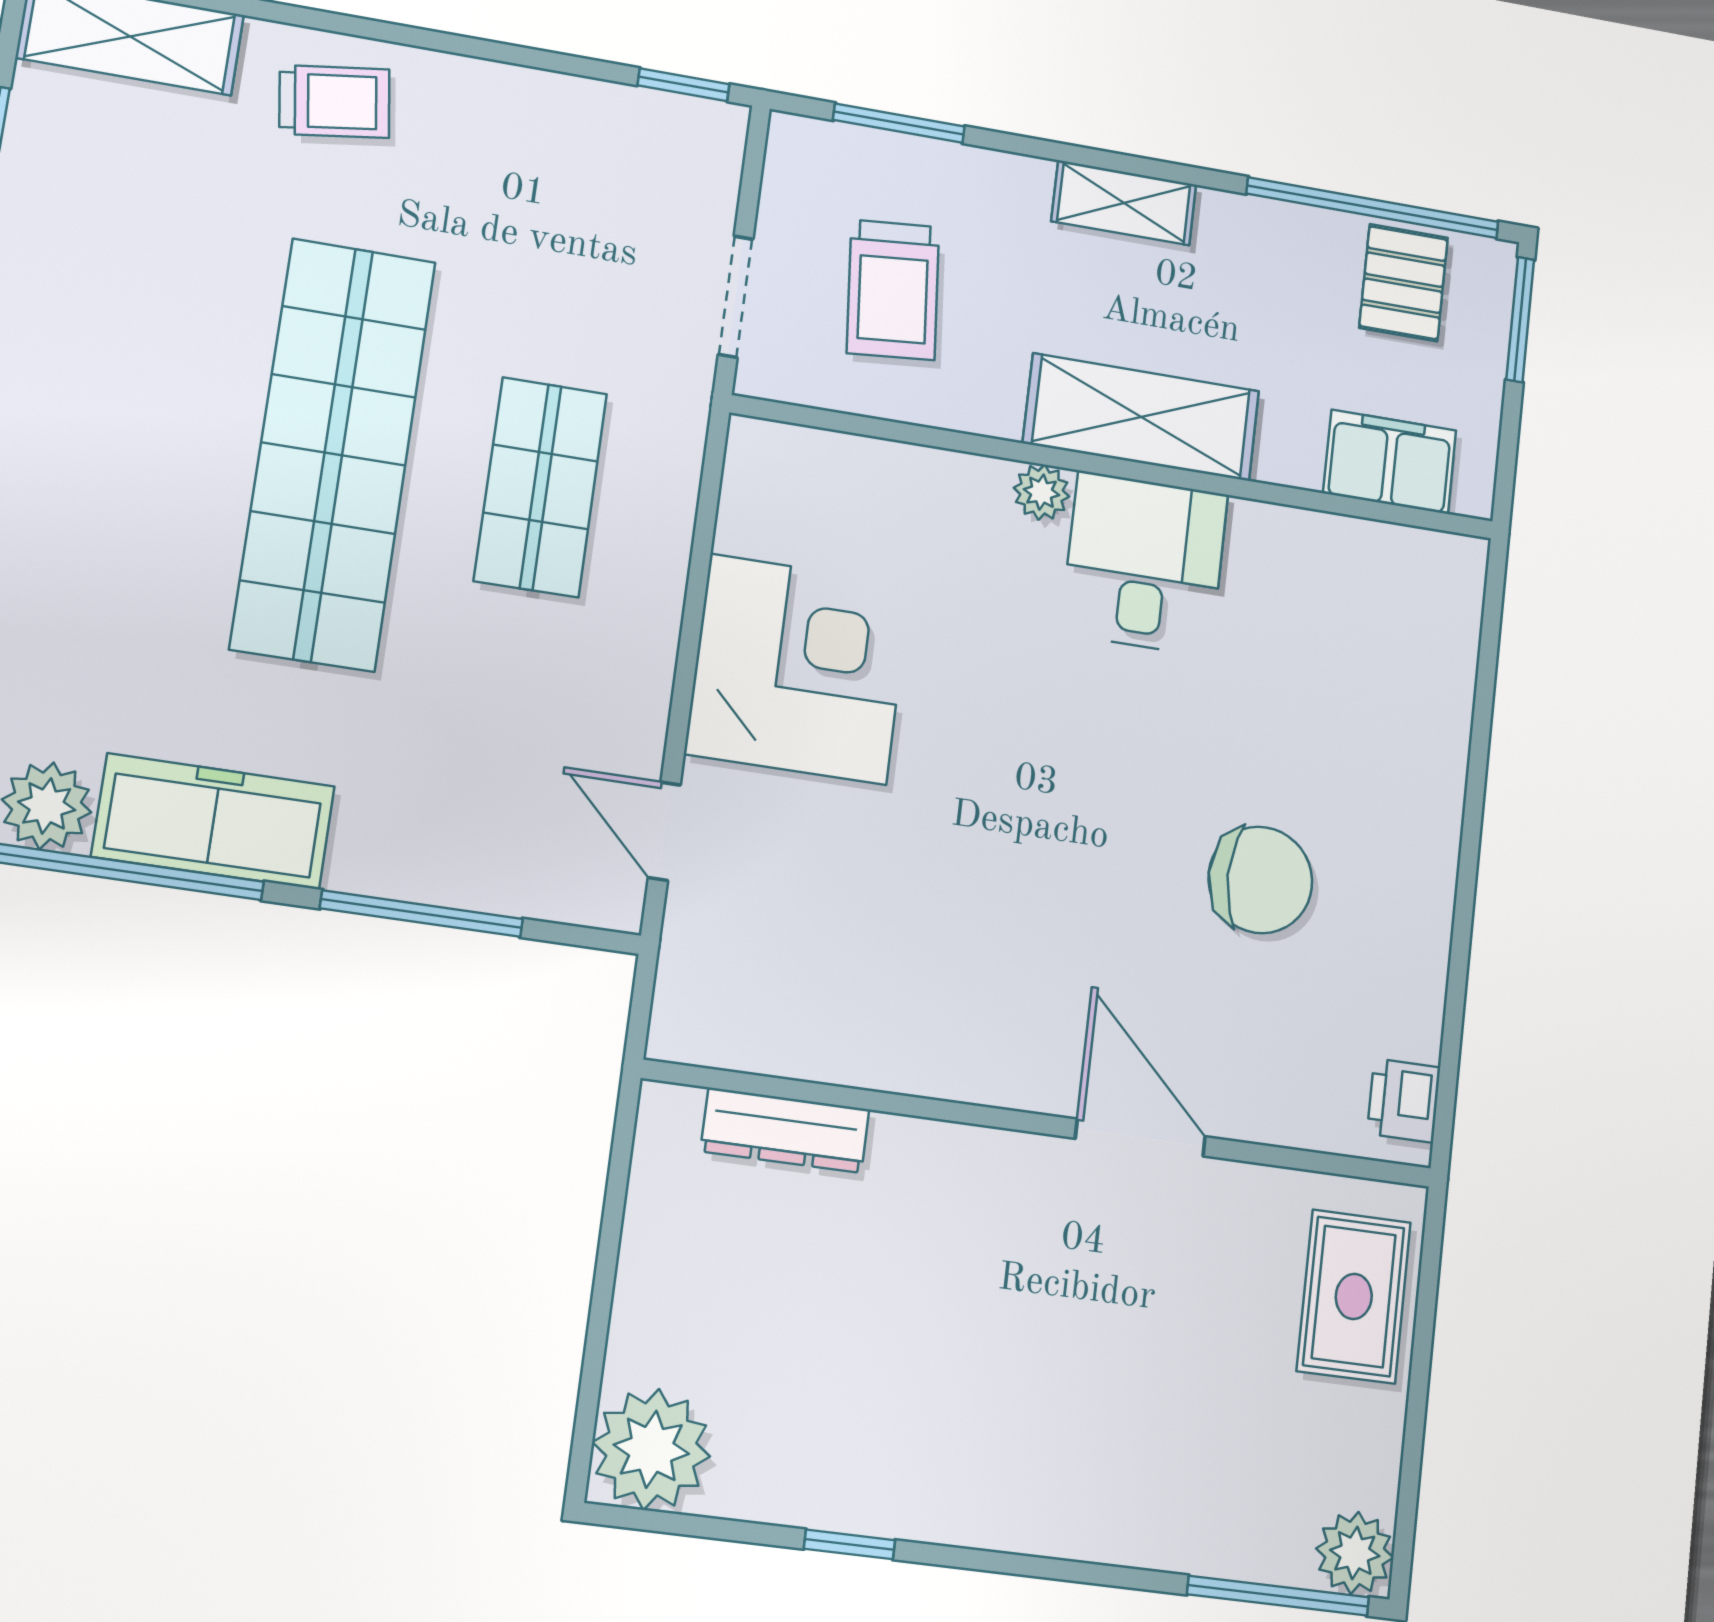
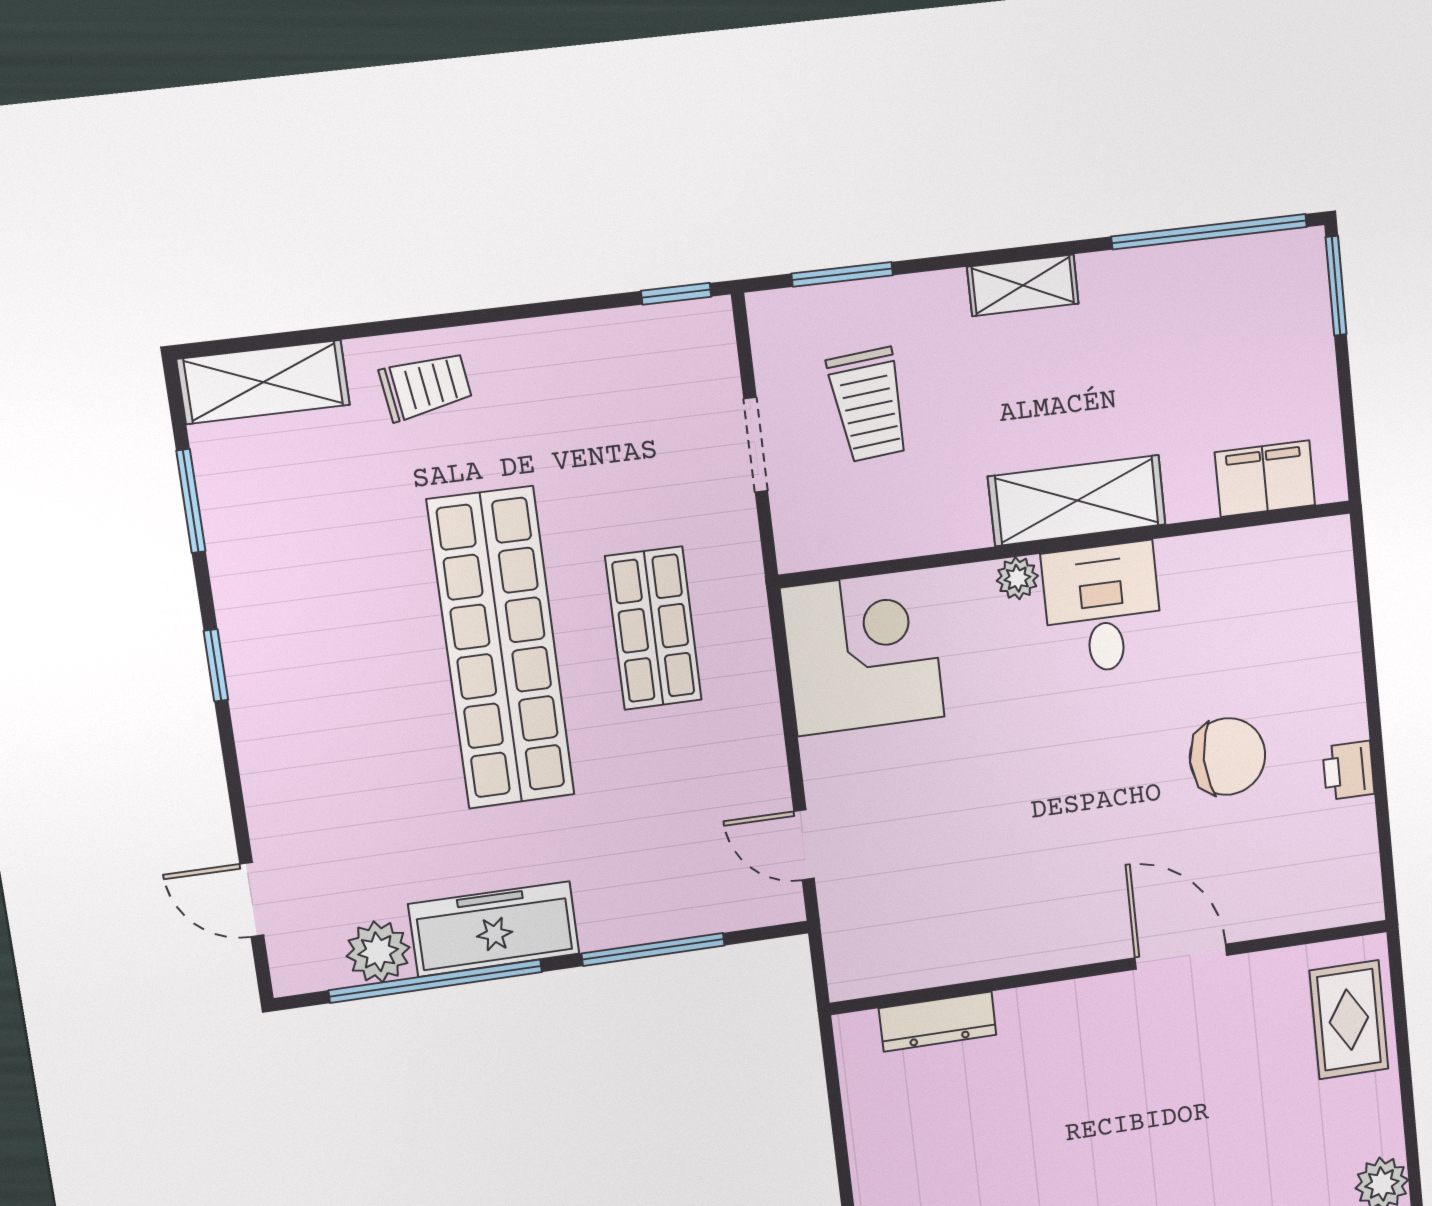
pallet: (1403, 283) -> (1244, 284), removed
shelving: (1141, 417) -> (1077, 501), moved
filing cabinet: (1390, 462) -> (1265, 479), moved
wall: (1117, 468) -> (1068, 544), moved
plant: (1042, 492) -> (1017, 578), moved
desk: (1144, 564) -> (1103, 608), moved
corner desk: (798, 669) -> (863, 653), moved
printer: (1404, 1101) -> (1348, 770), moved

